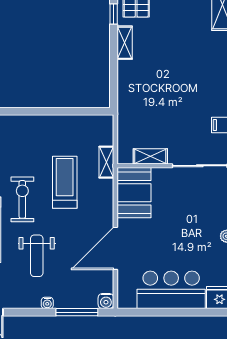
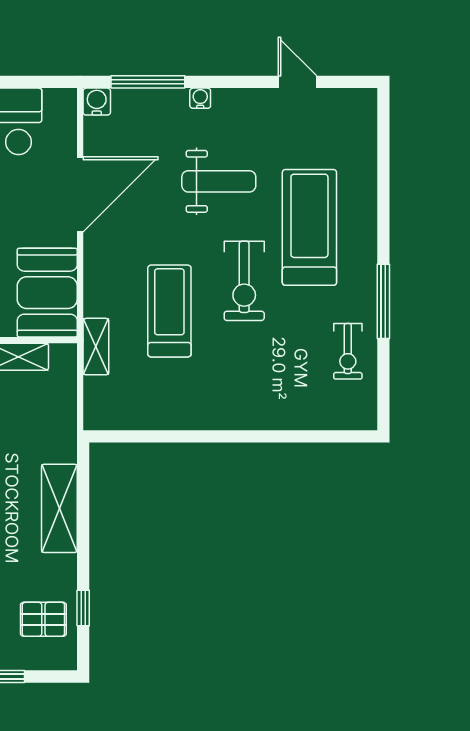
shelving: (125, 43) -> (59, 508), moved, width x1.50, depth x1.33
treadmill: (65, 182) -> (169, 311), turned 180
weight bench: (37, 256) -> (219, 181), turned 90

